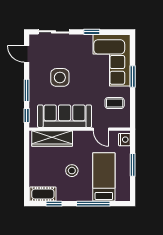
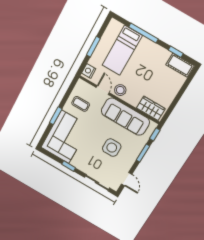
wardrobe: (52, 139) -> (151, 108), width x0.67
stool: (72, 171) -> (120, 90), moved

